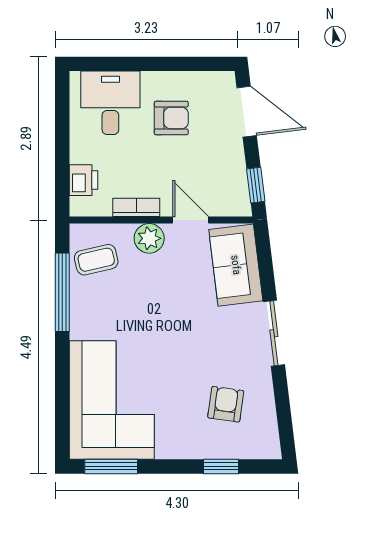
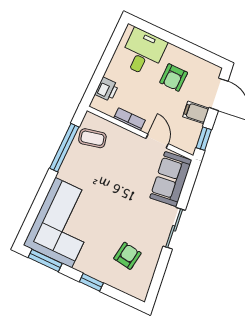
armchair: (171, 118) -> (174, 78), turned 90
filing cabinet: (227, 153) -> (196, 112), added
plant: (149, 238) -> (128, 140), removed
window: (221, 466) -> (91, 282), moved

